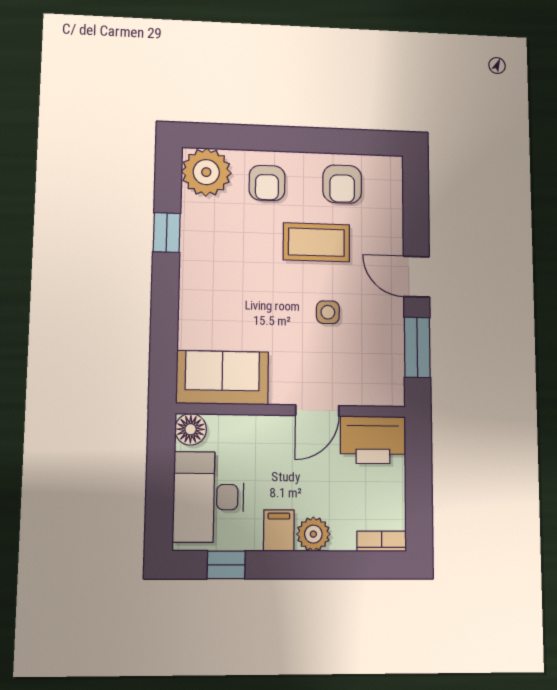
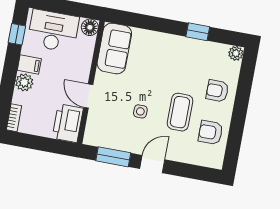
plant: (206, 172) -> (236, 53), width x0.53, depth x0.53

